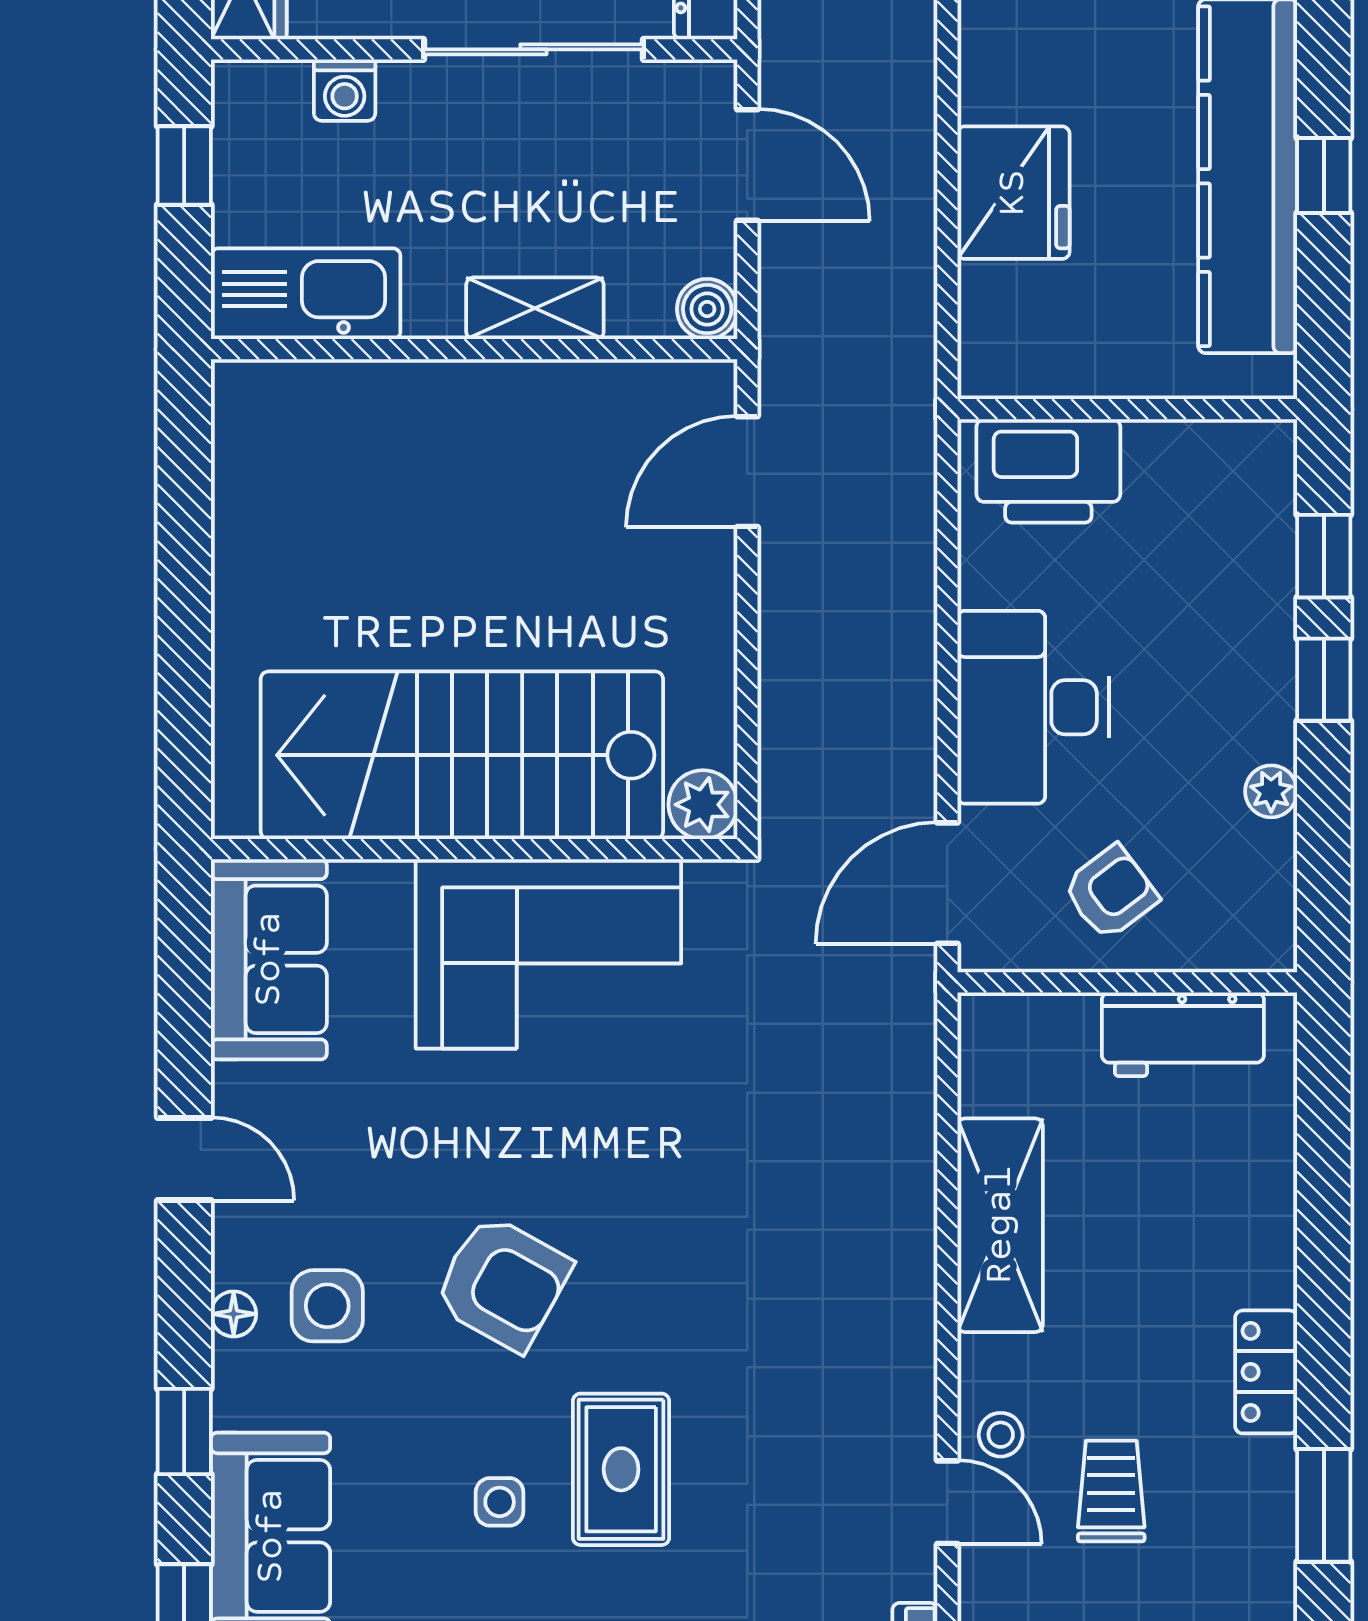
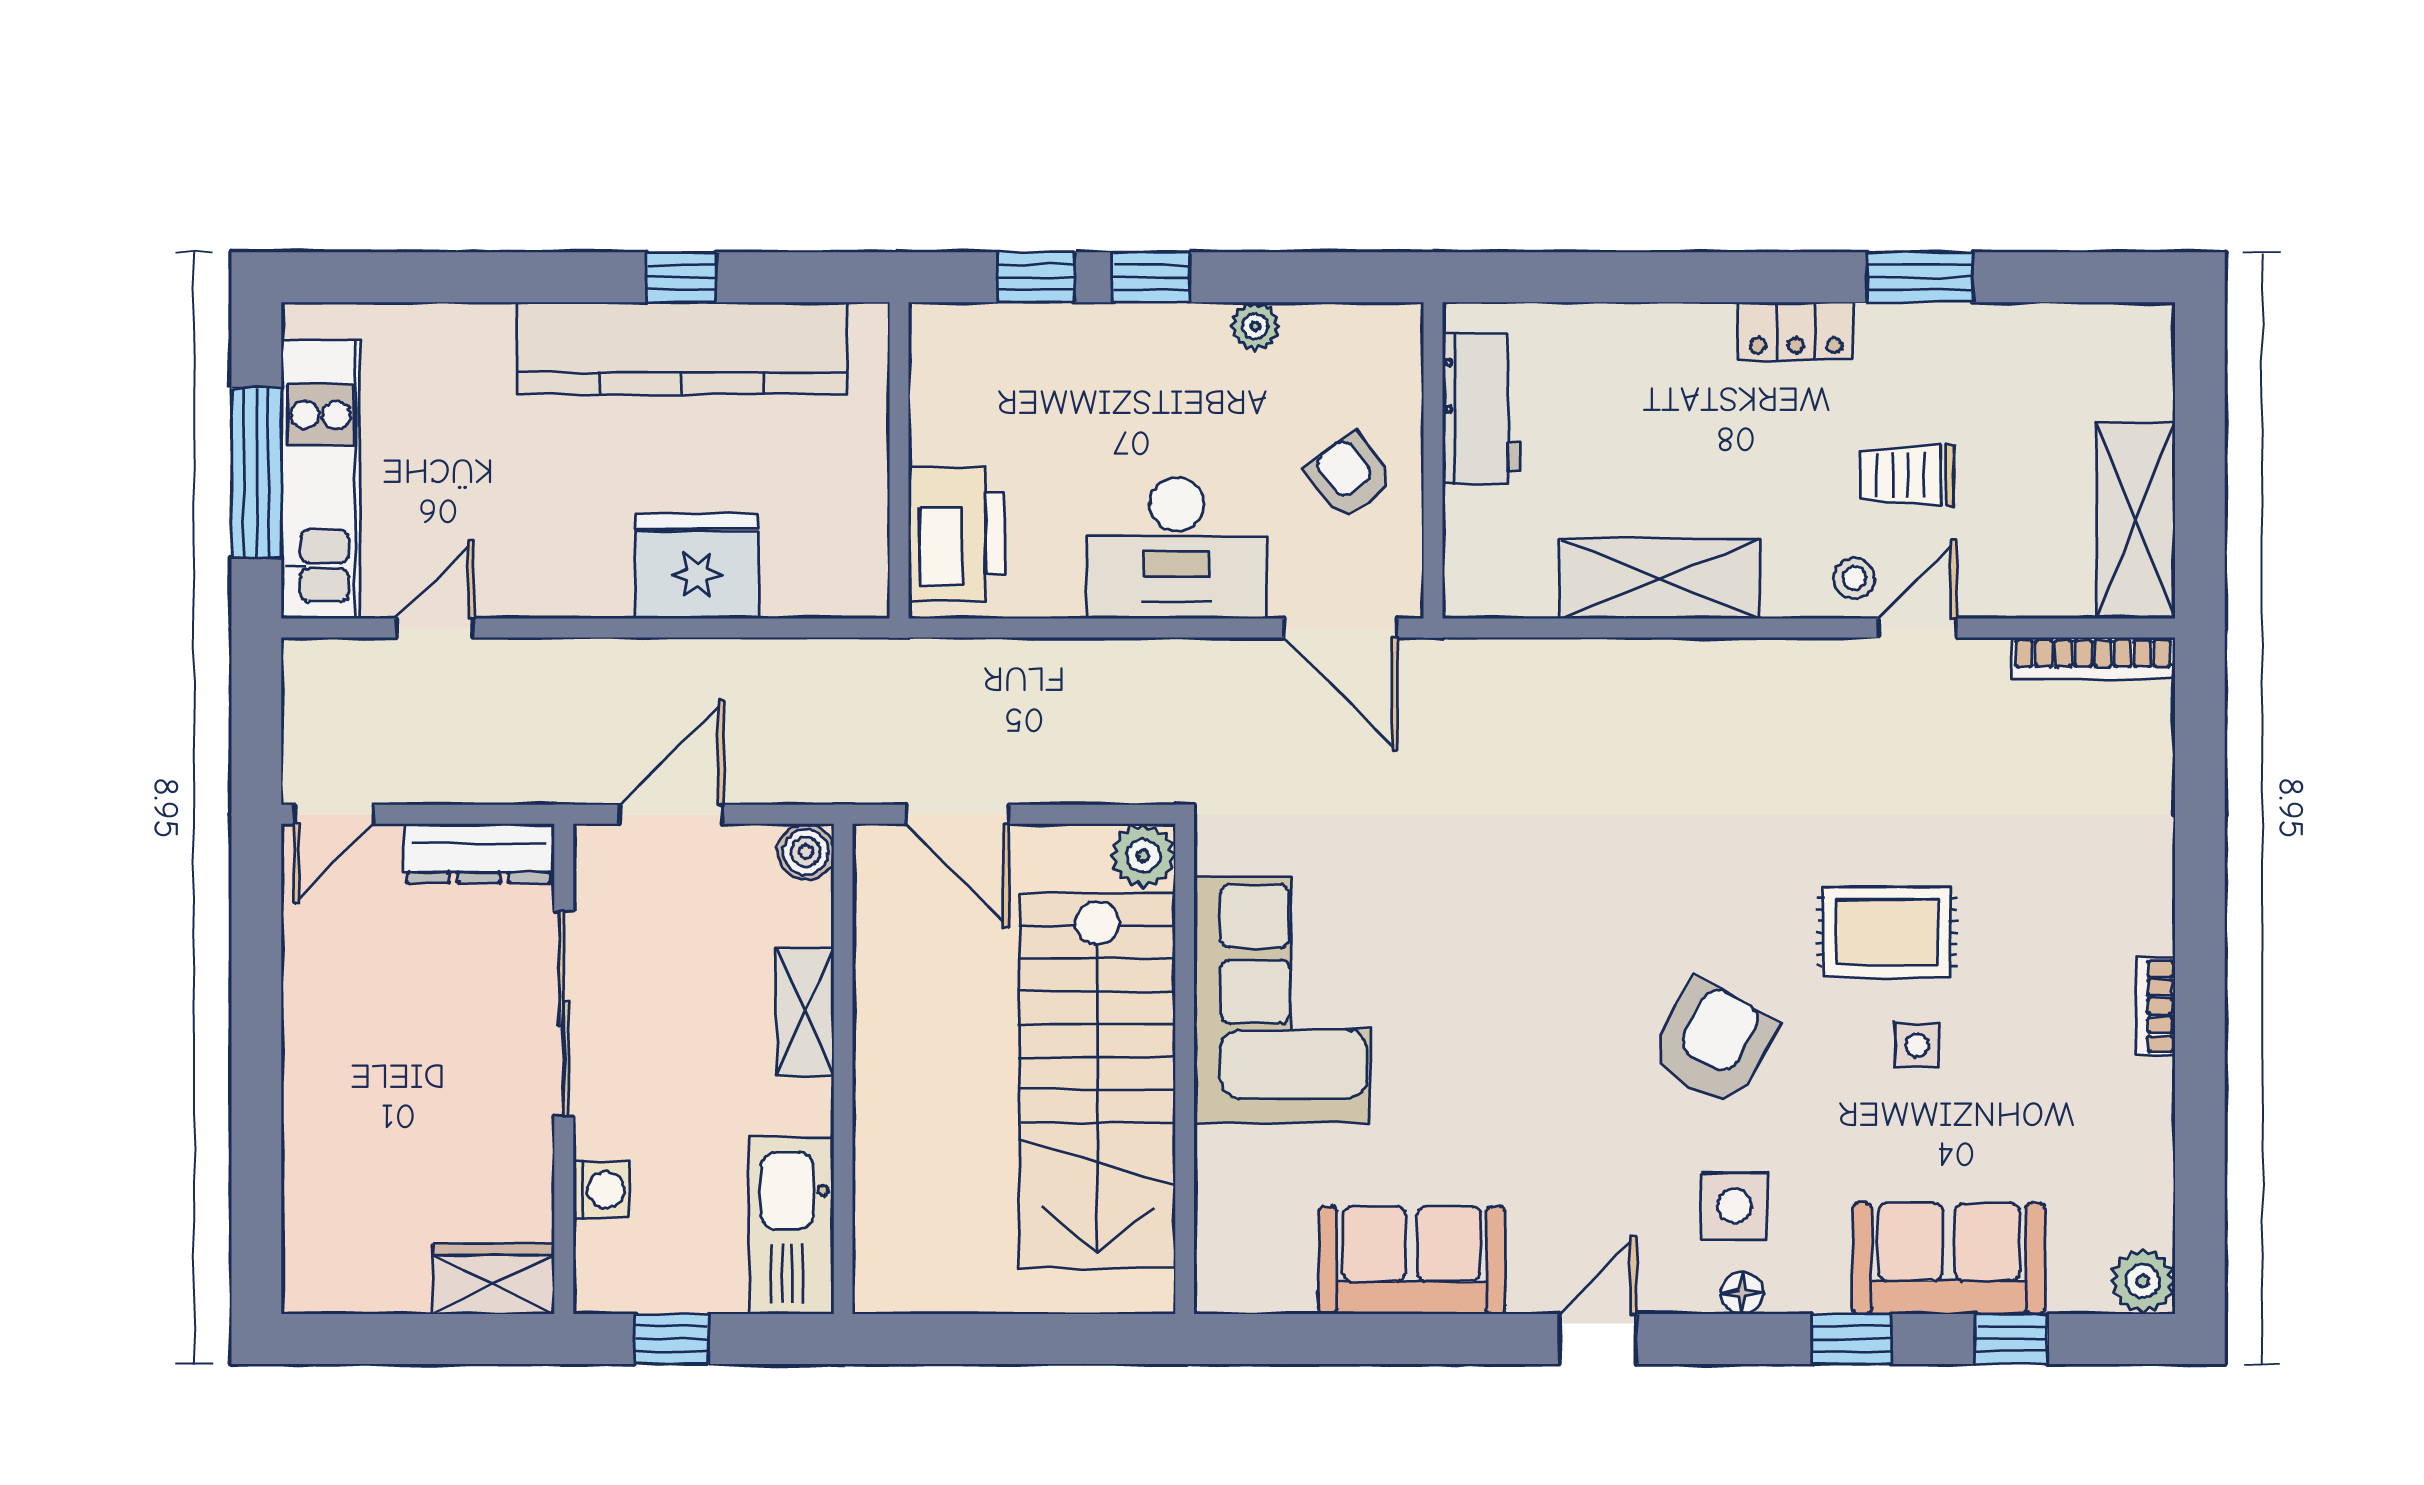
stairs: (462, 755) -> (1097, 1080), moved
plant: (703, 805) -> (1143, 856), moved
wall: (474, 849) -> (1185, 1069), moved
corner sofa: (548, 954) -> (1282, 1000), moved

